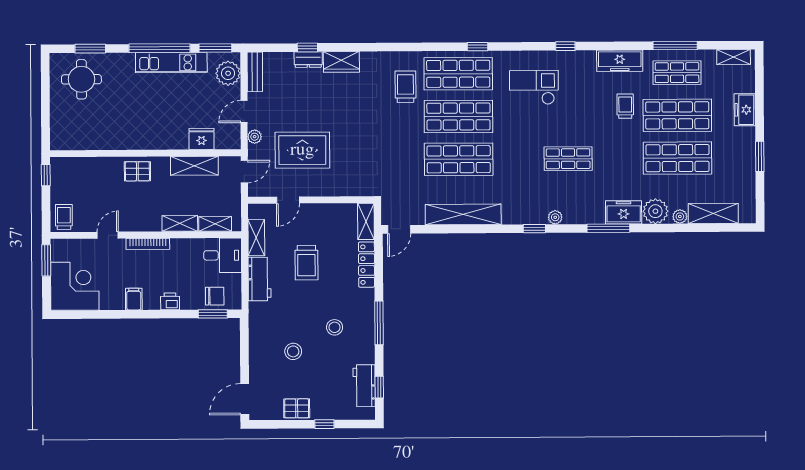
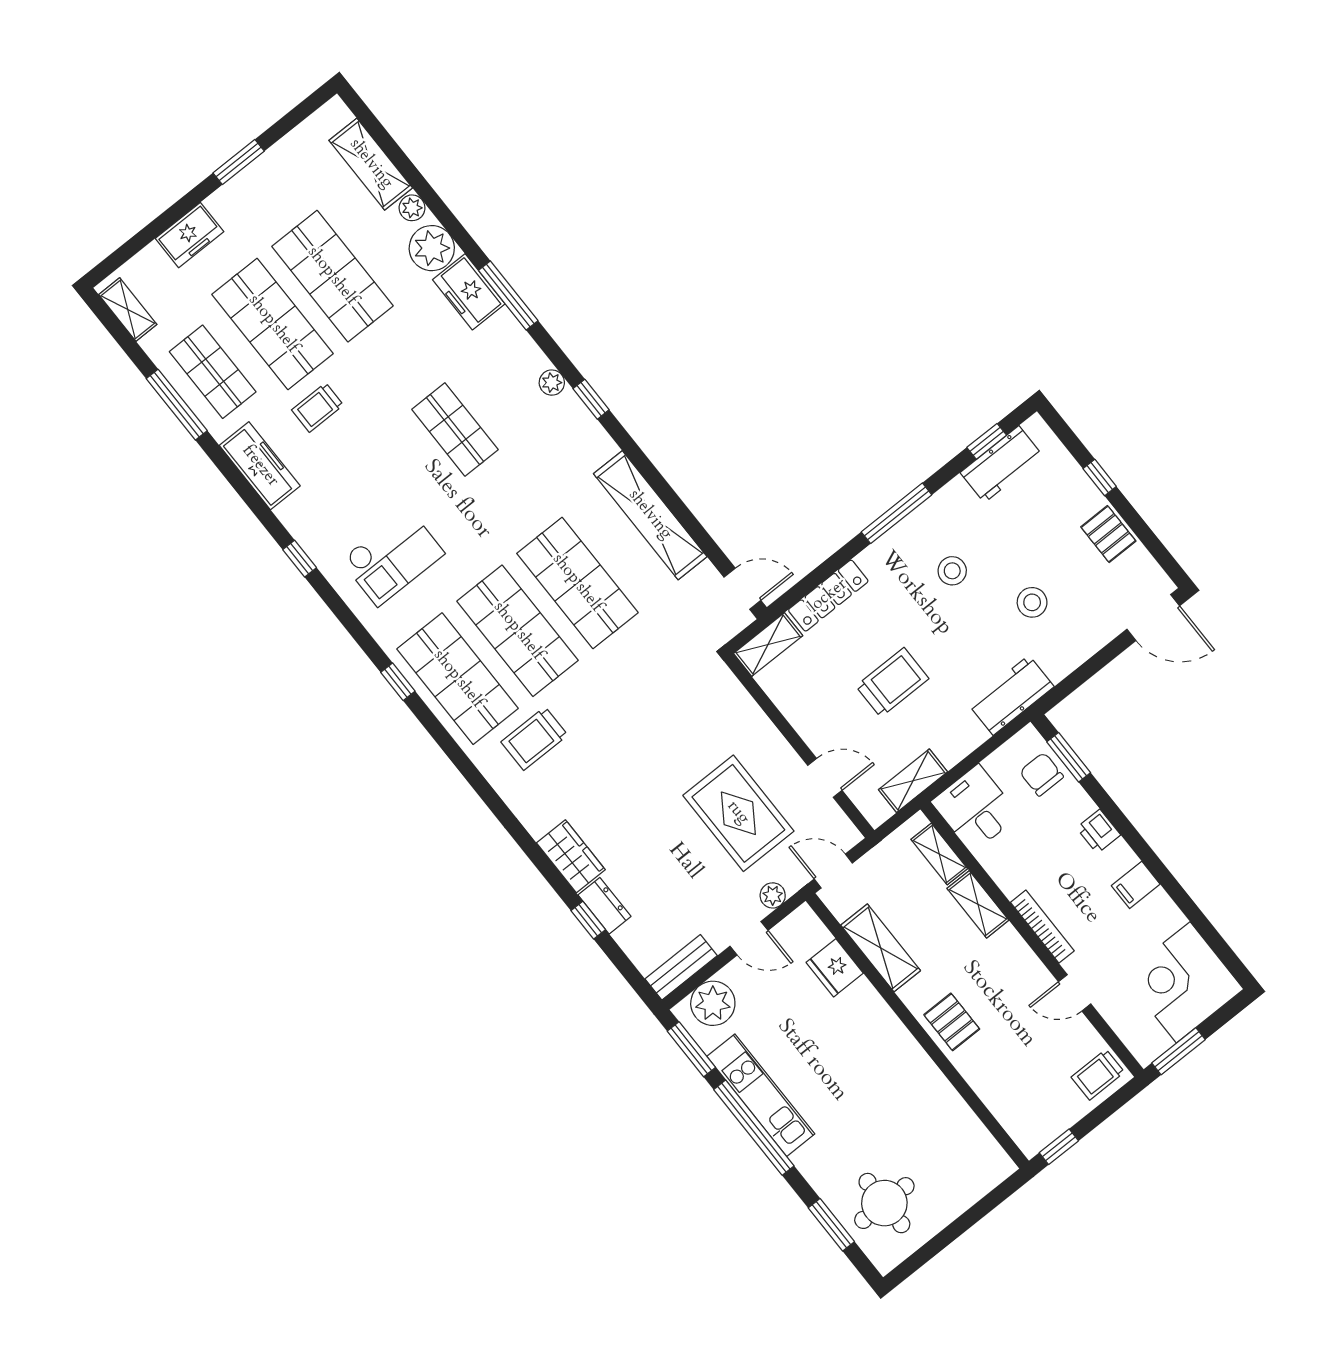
checkout: (534, 87) -> (393, 557), turned -90
workbench: (260, 279) -> (1011, 695), moved

